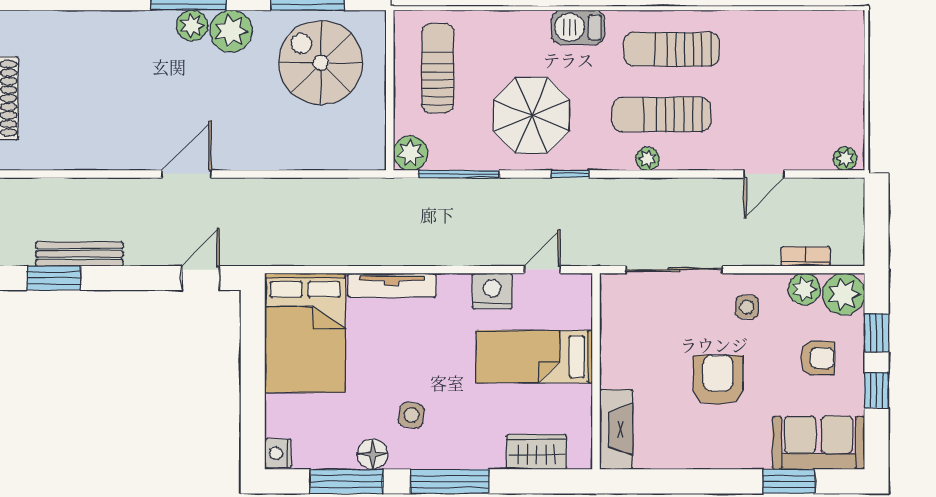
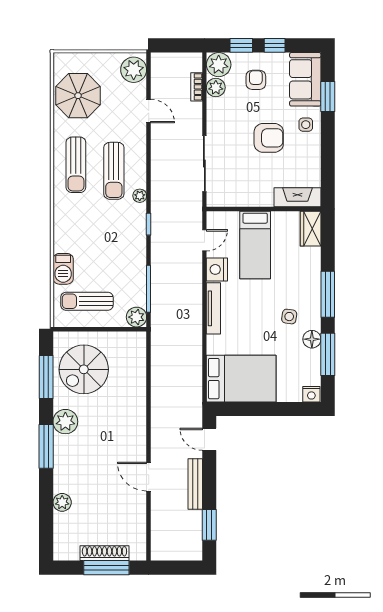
plant: (192, 26) -> (62, 502), moved
barbecue: (578, 27) -> (63, 269), moved
parasol: (532, 115) -> (78, 96), moved
plant: (647, 159) -> (140, 196), moved
plant: (845, 159) -> (134, 70), width x1.87, depth x1.87
door: (186, 174) -> (149, 477), moved
bench: (79, 254) -> (195, 484), moved
door: (542, 270) -> (204, 240), swing flipped
tv unit: (392, 285) -> (213, 308), moved
side table: (747, 307) -> (306, 125), moved
armchair: (718, 380) -> (269, 138), turned 180
wardrobe: (536, 452) -> (311, 229), moved

